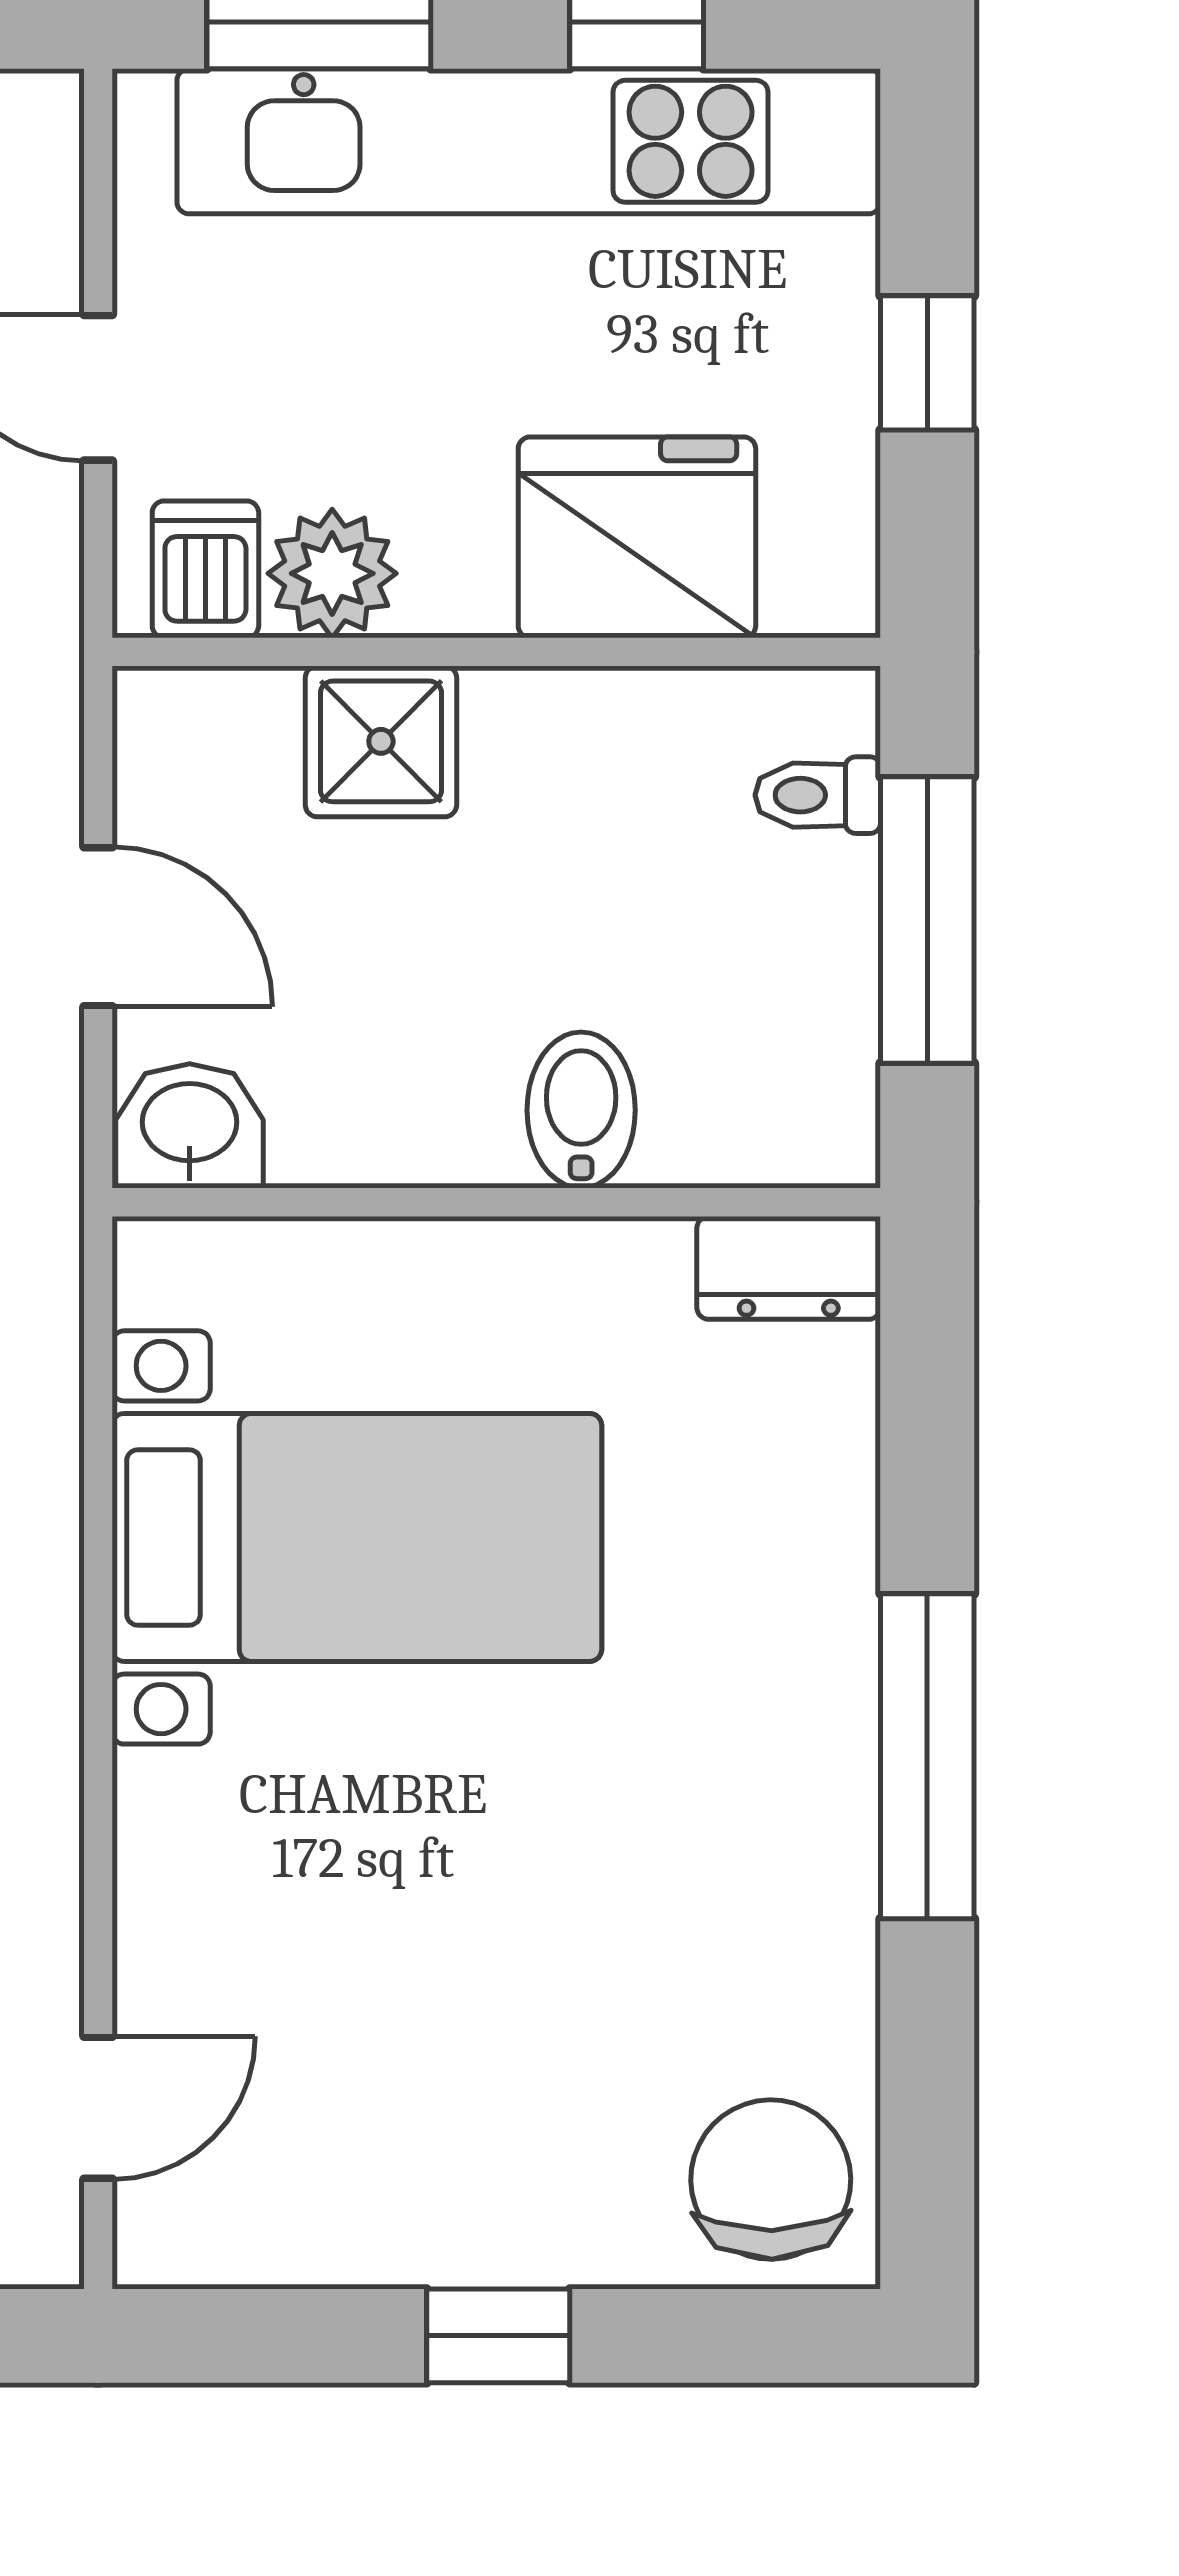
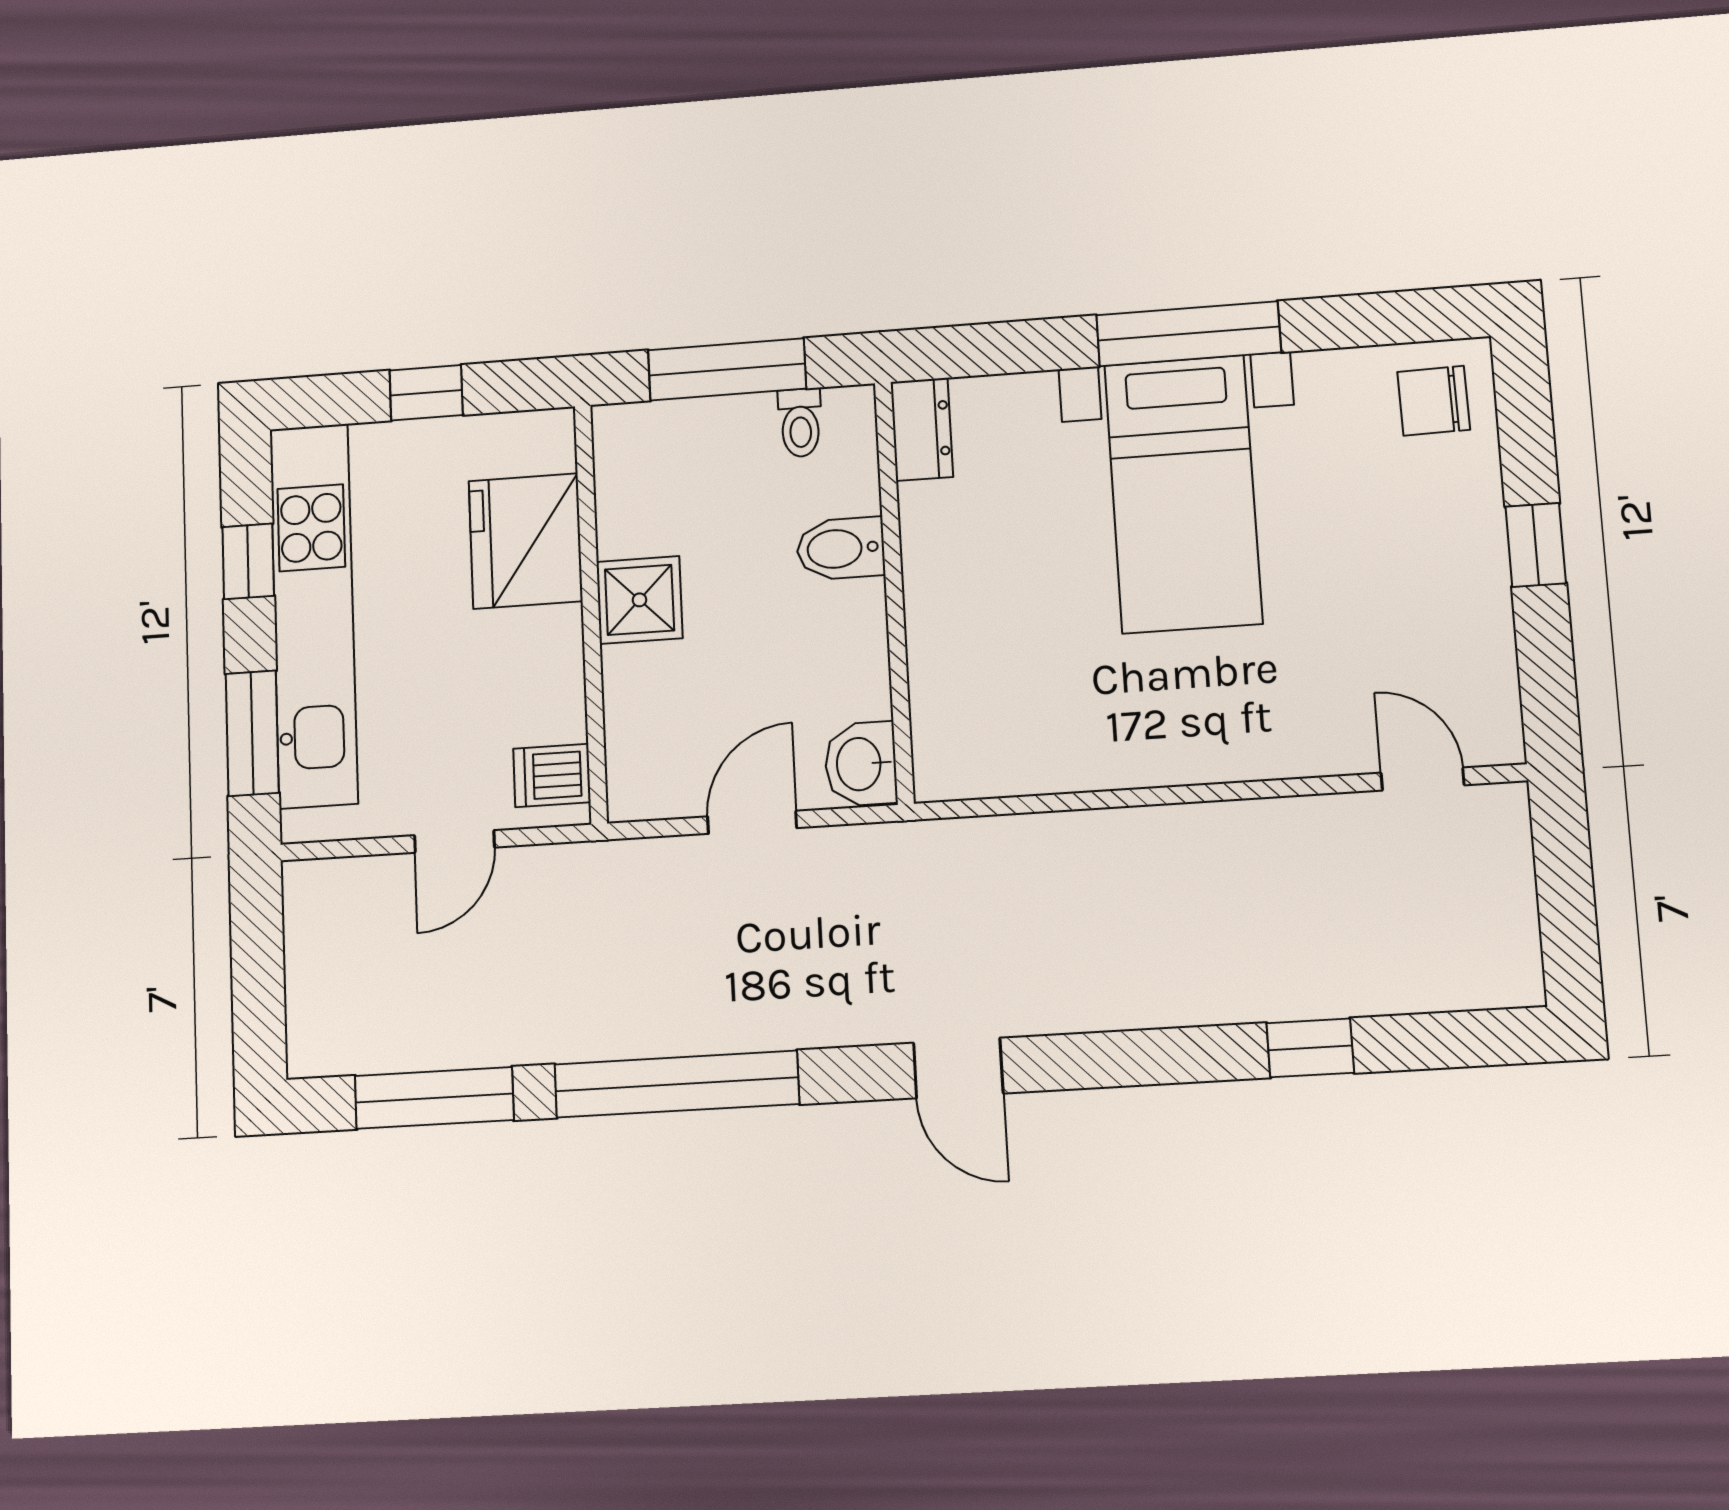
plant: (332, 573) -> (552, 706), removed
shower: (381, 741) -> (639, 600), moved
toilet: (818, 795) -> (800, 423), moved
bed with nightstands: (357, 1537) -> (1183, 494), moved, turned 180
chair: (771, 2180) -> (1434, 401), width x0.73, depth x0.73

